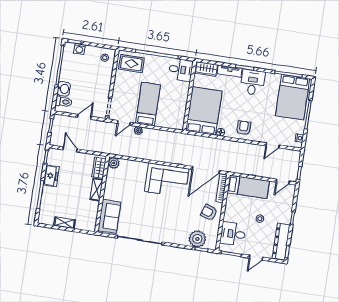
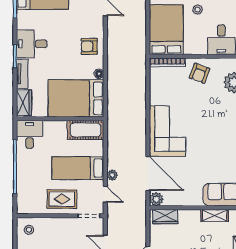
rug: (131, 64) -> (62, 199), moved, turned 90
cot: (177, 115) -> (85, 130), added
door: (206, 170) -> (148, 174), moved
bed: (248, 187) -> (166, 30), width x1.50
shelving: (97, 190) -> (215, 215), moved

